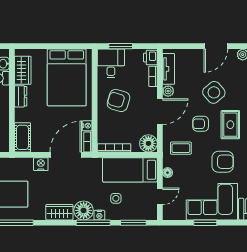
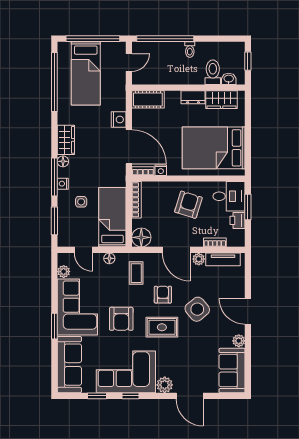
printer: (150, 58) -> (238, 220), moved, turned -90
floor lamp: (84, 210) -> (63, 161), width x0.53, depth x0.53
plant: (179, 214) -> (64, 272), added
window: (205, 223) -> (54, 326), moved

